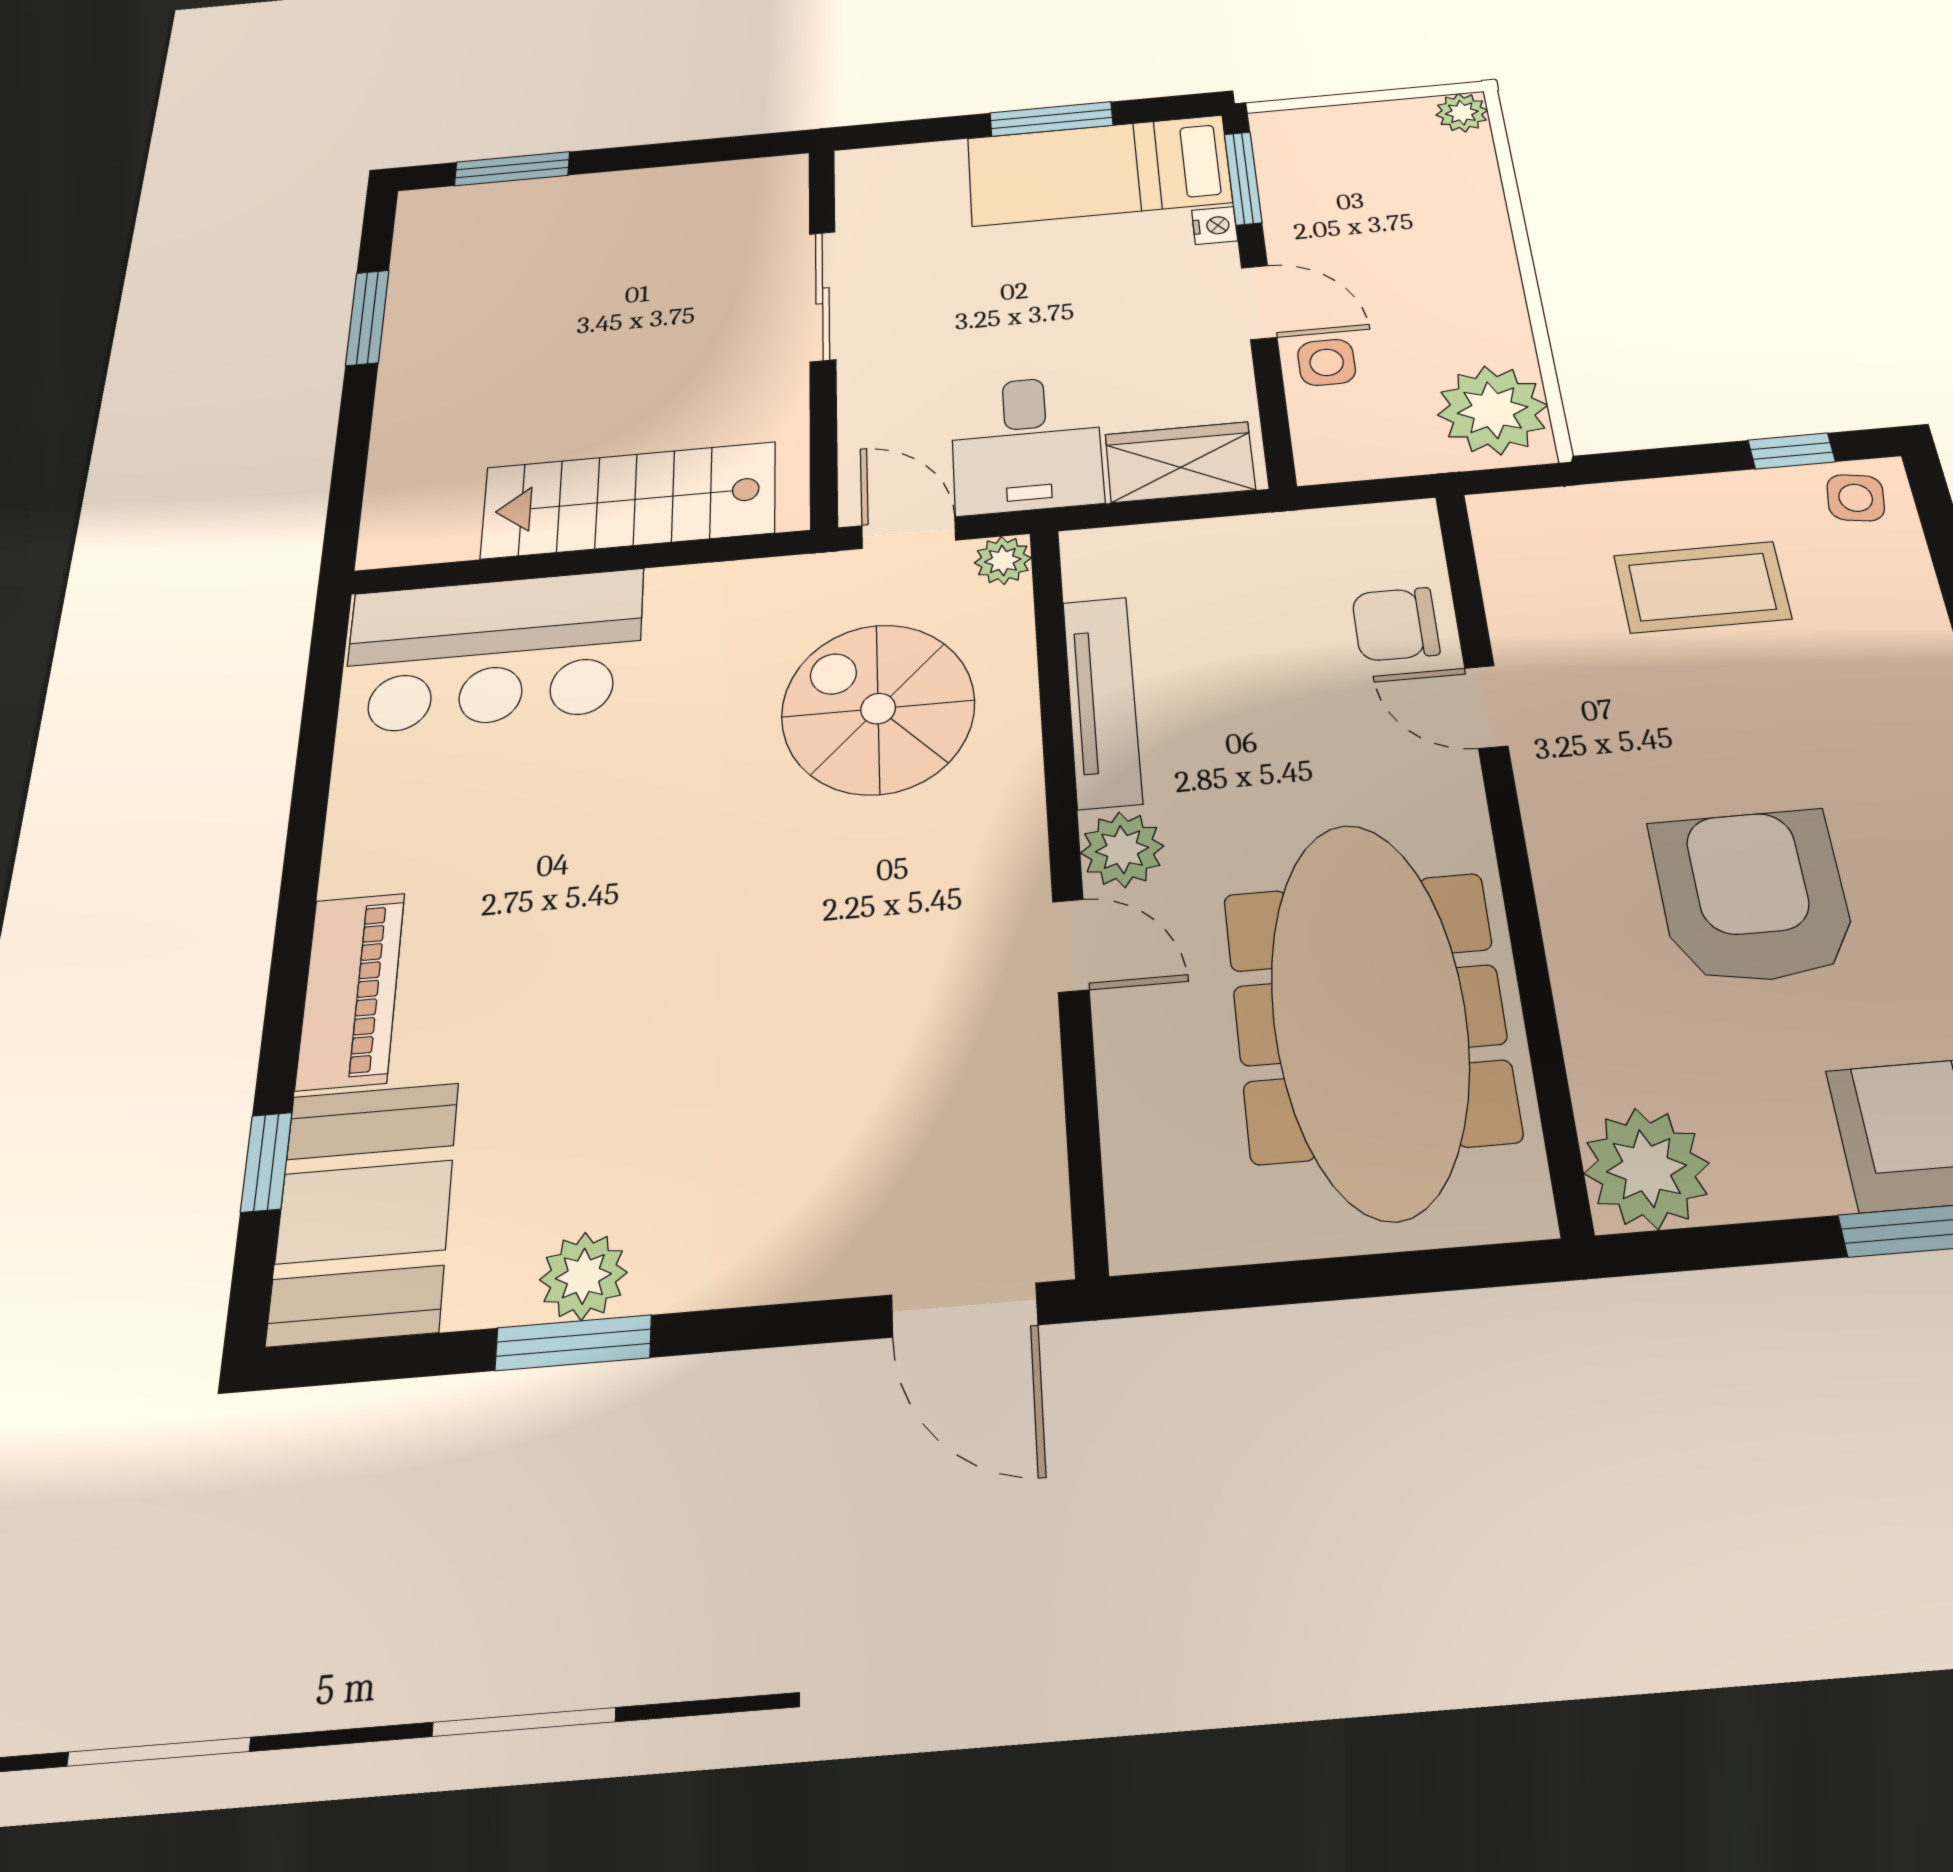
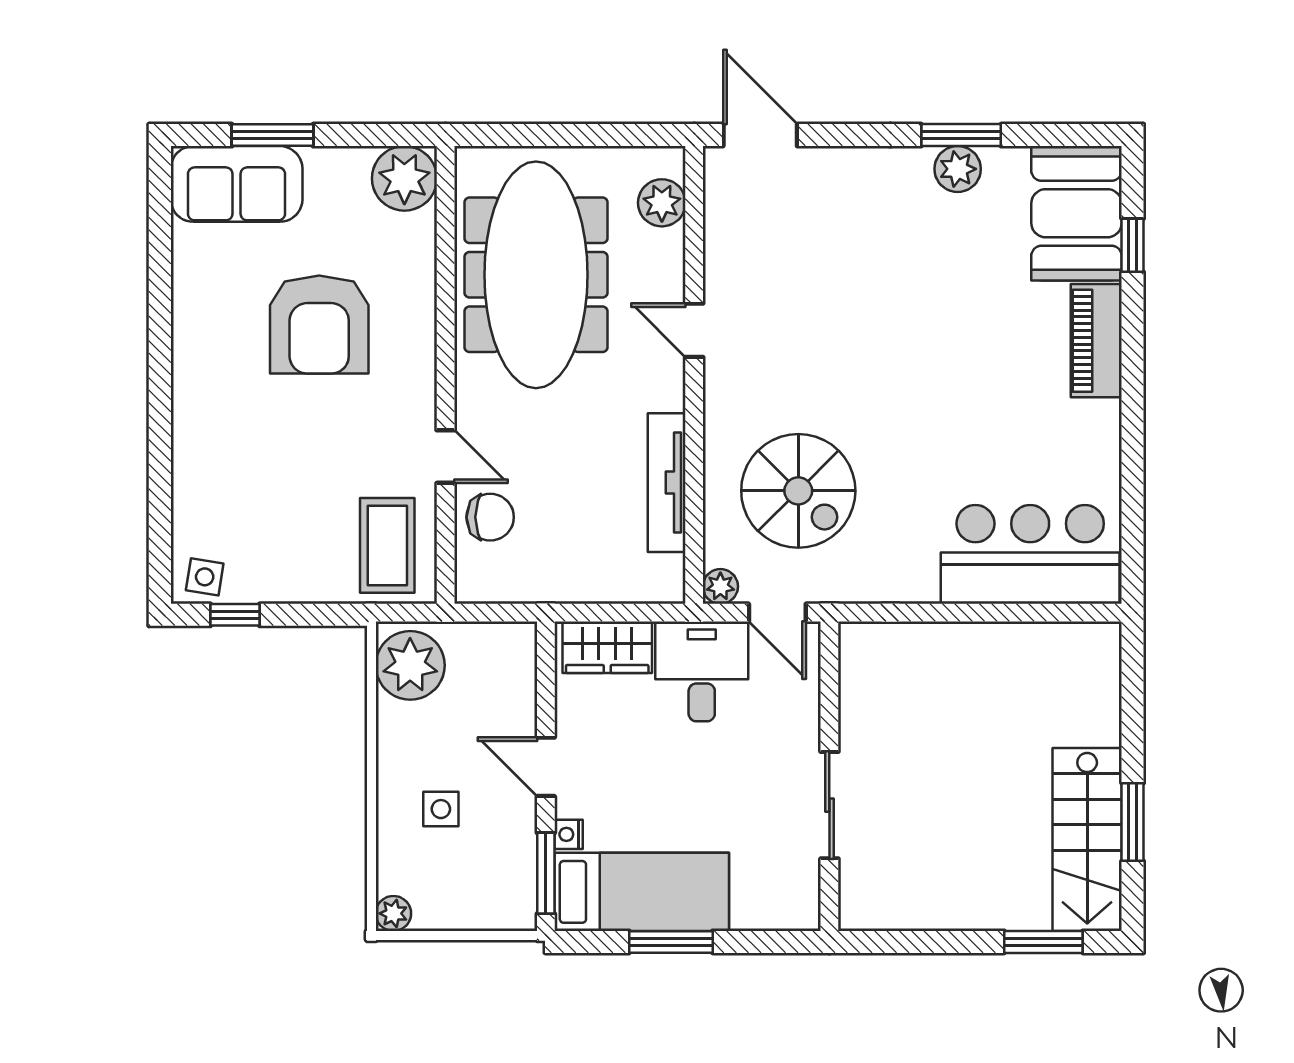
side table: (1327, 362) -> (441, 809), moved
stairs: (629, 500) -> (1087, 839), moved, turned 90
coffee table: (1702, 587) -> (387, 545), moved, turned 90
plant: (1122, 850) -> (662, 203), moved

